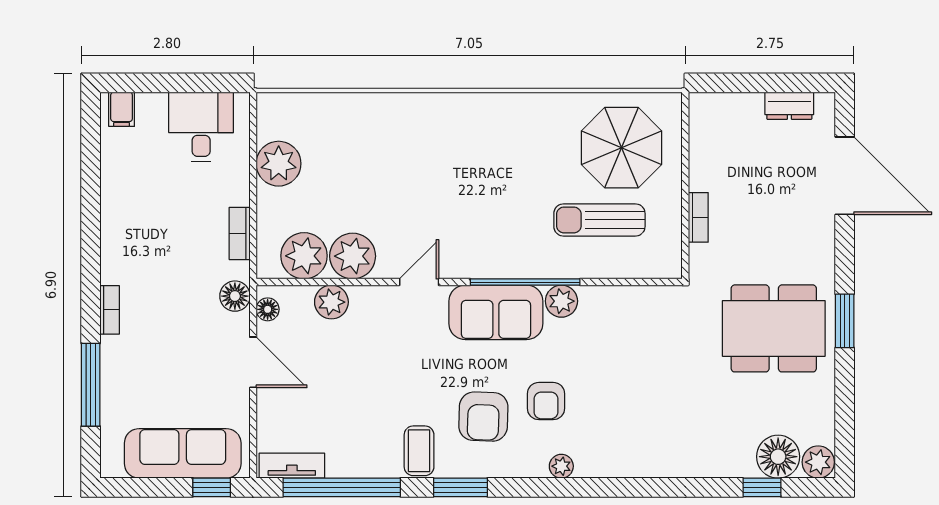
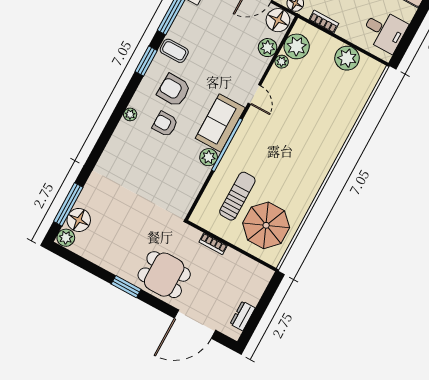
plant: (353, 256) -> (282, 62), width x0.53, depth x0.53
floor lamp: (268, 309) -> (278, 20), width x1.89, depth x1.89
dining table: (774, 328) -> (164, 275), moved, width x0.73
window: (762, 487) -> (68, 204), width x2.17

